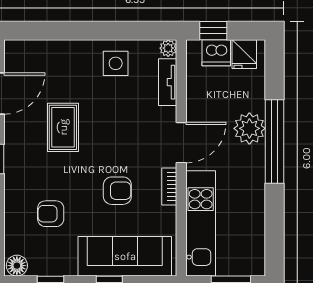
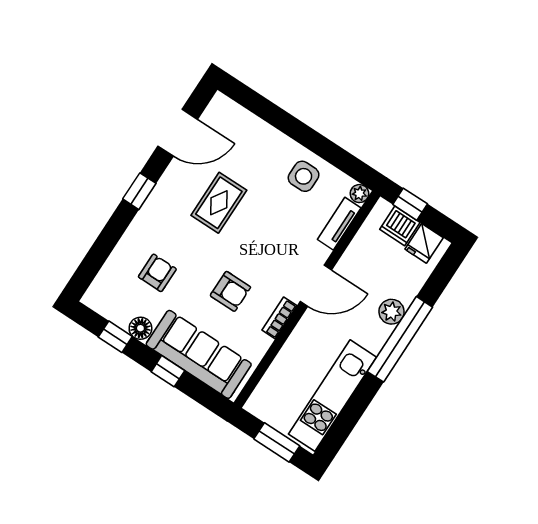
plant: (249, 128) -> (391, 312), width x0.73, depth x0.73
armchair: (51, 214) -> (157, 273), turned 90
kitchen unit: (201, 223) -> (333, 396), moved, turned 180
floor lamp: (17, 266) -> (140, 328), moved

